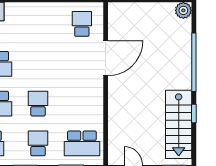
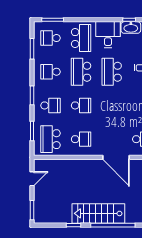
school desk: (82, 104) -> (81, 139), added
stairs: (179, 124) -> (98, 213), moved

